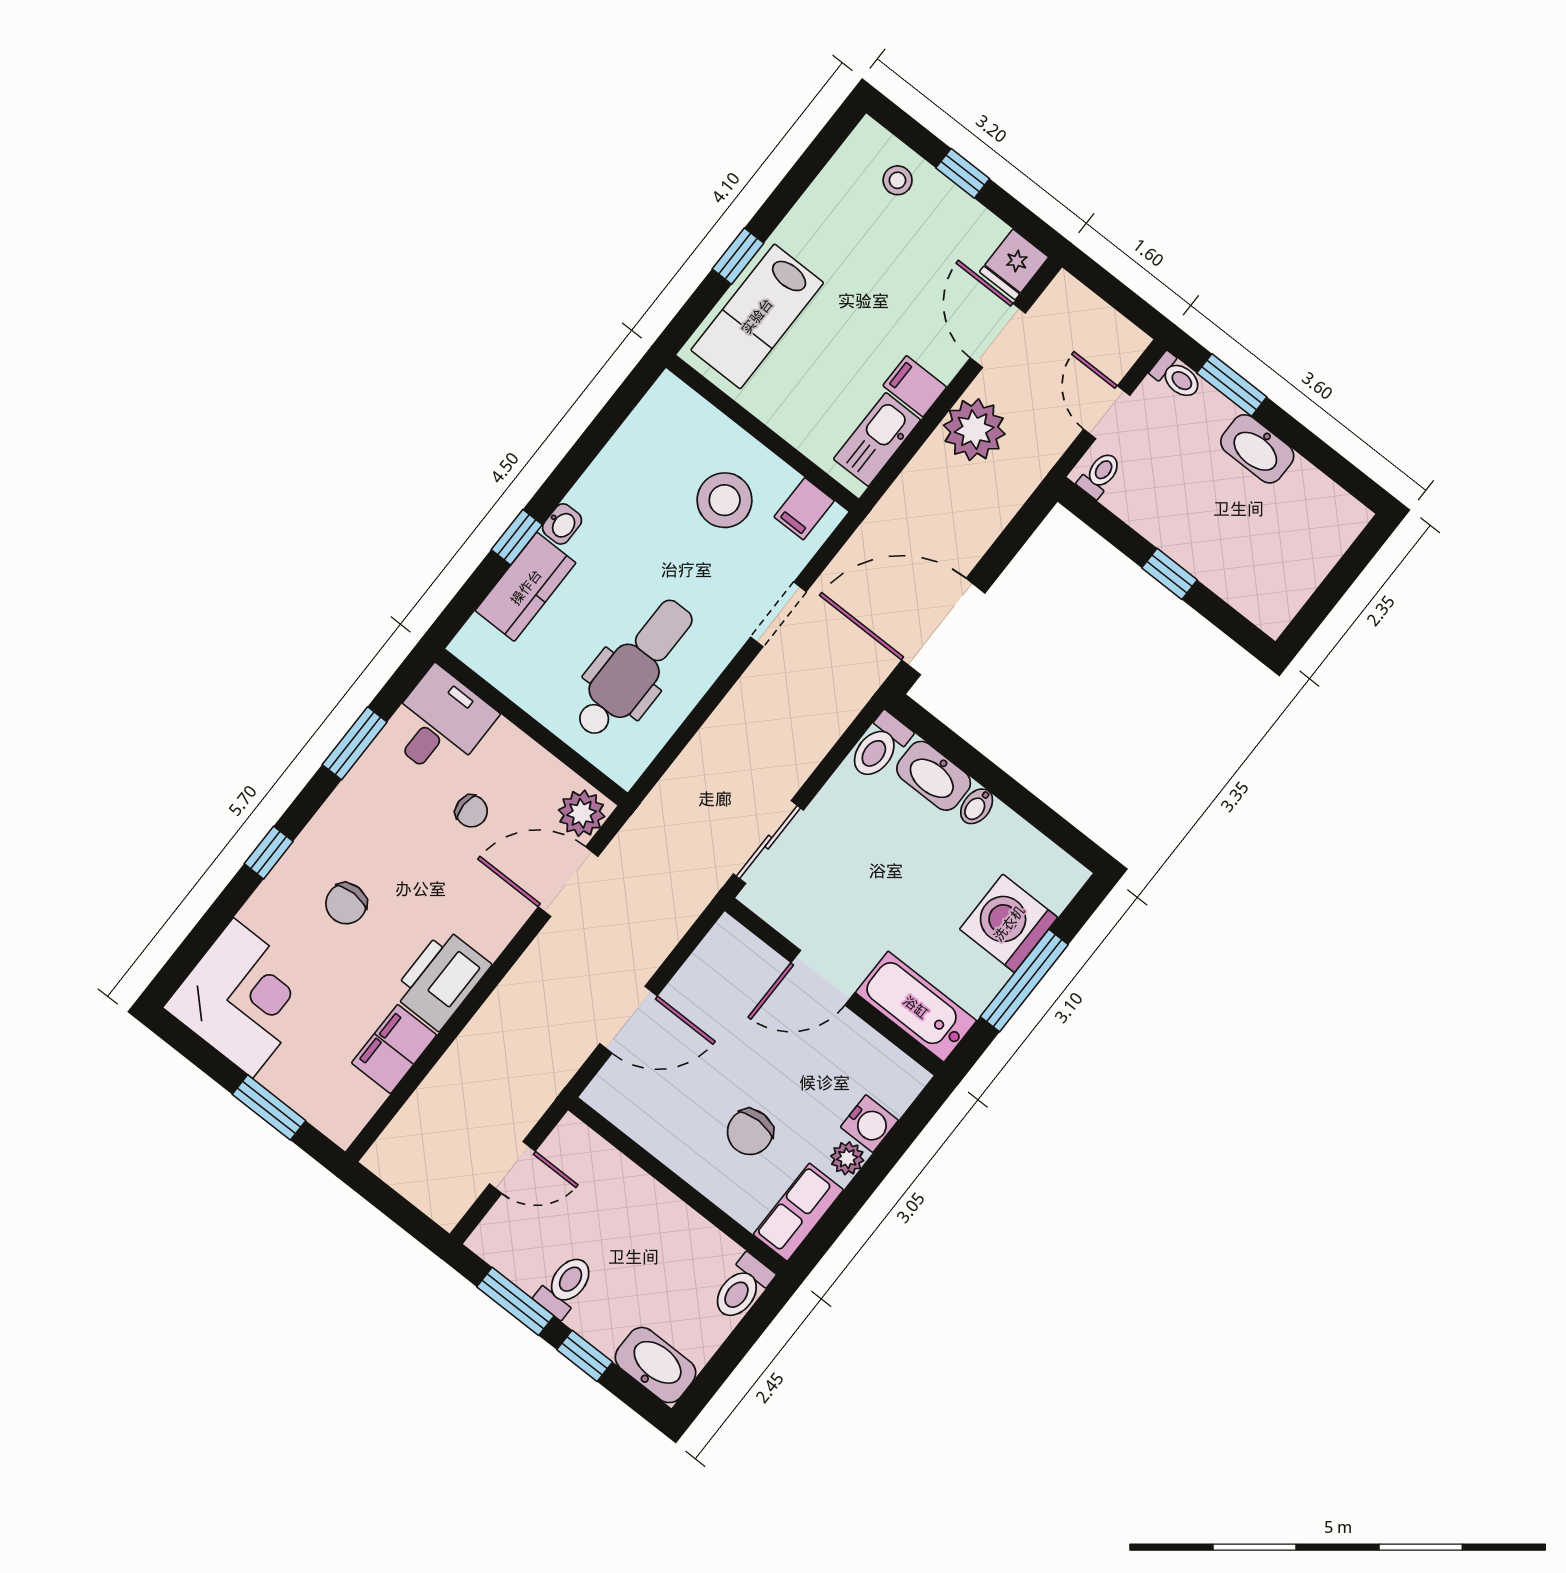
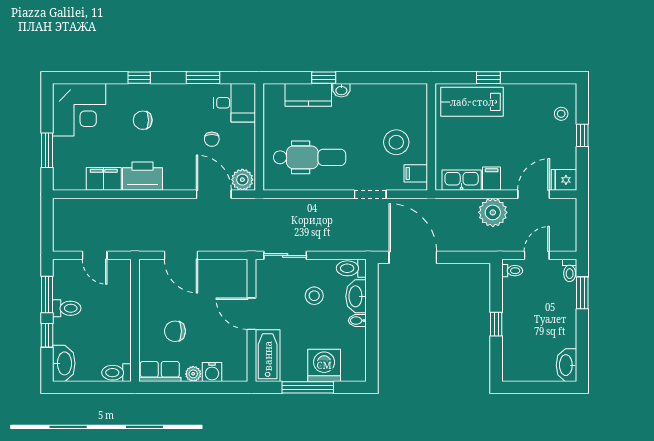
washbasin: (1257, 449) -> (566, 365), moved
stool: (876, 847) -> (314, 296), added

